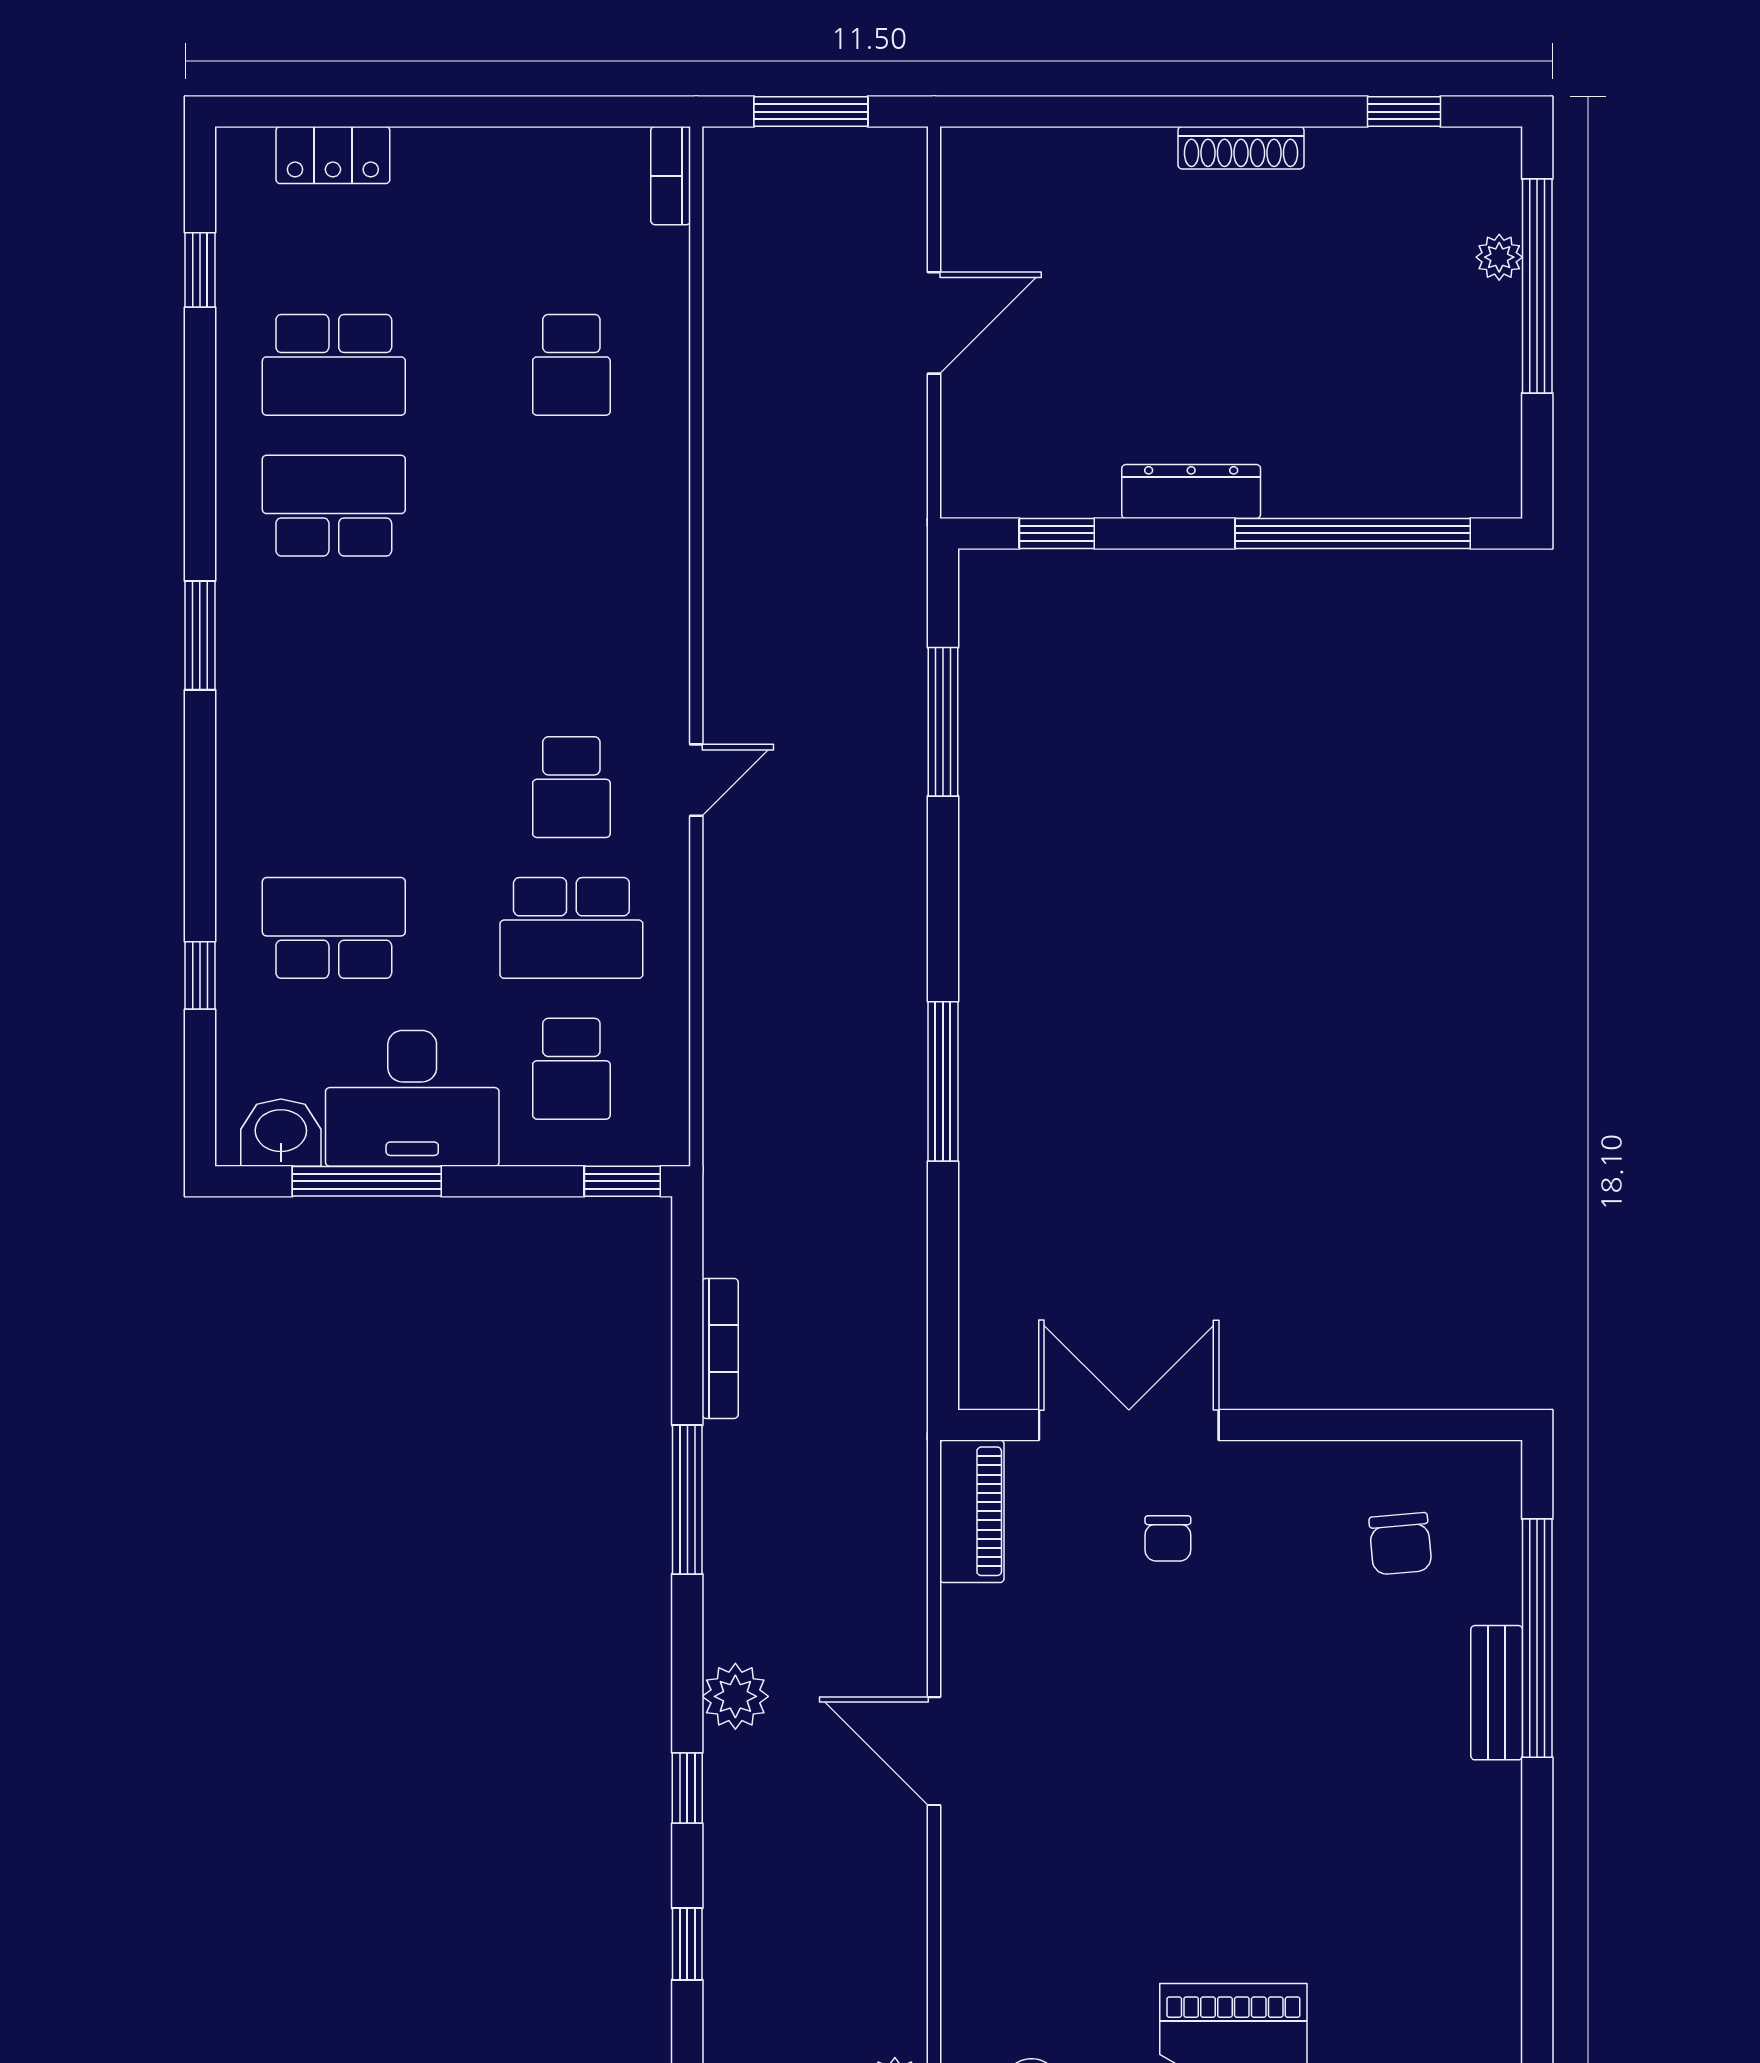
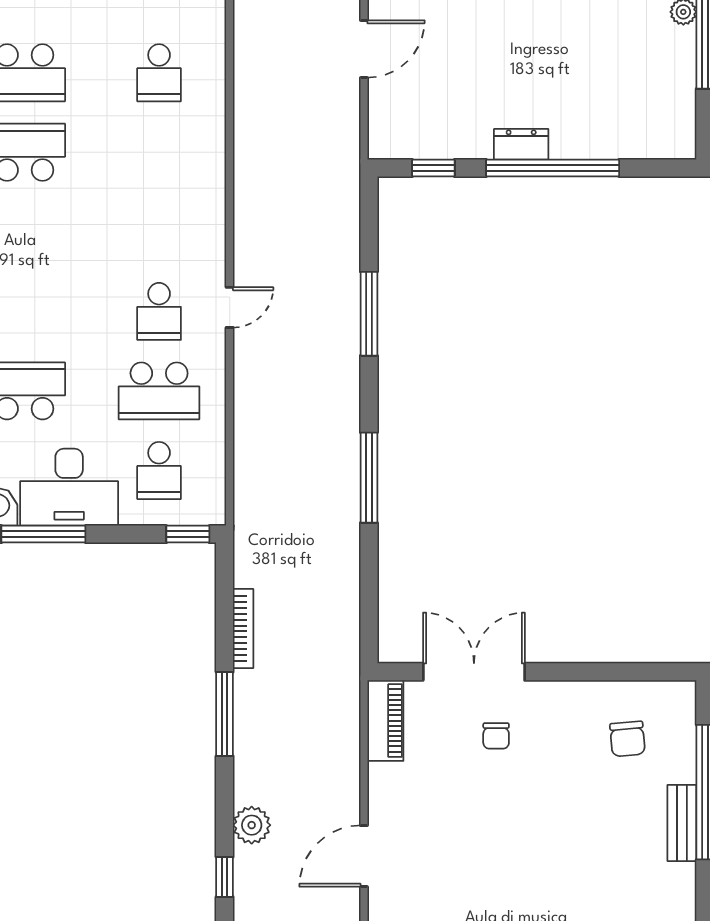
dresser: (1191, 492) -> (521, 144), width x0.70
window: (1353, 533) -> (553, 168), moved
window: (943, 722) -> (369, 314), moved
door: (934, 1751) -> (364, 856), hinge flipped

